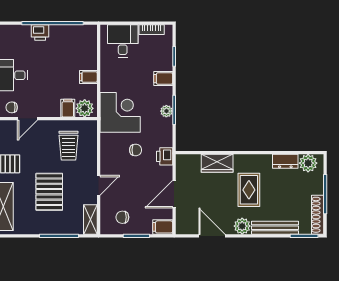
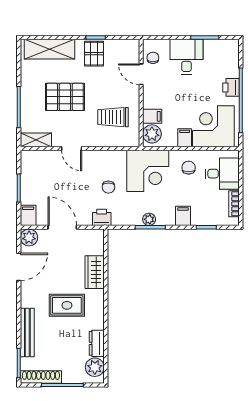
corner desk: (77, 49) -> (213, 126), added
chair: (122, 217) -> (189, 168), moved
plant: (242, 226) -> (29, 237), moved

